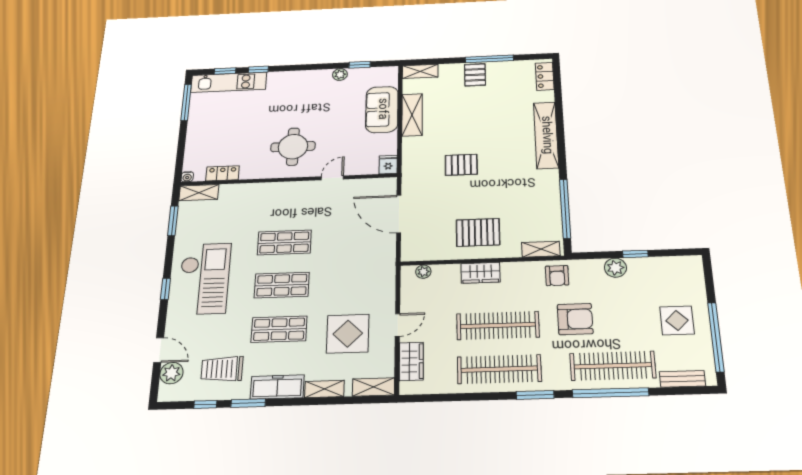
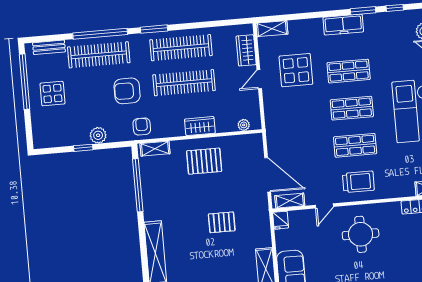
trolley: (222, 369) -> (358, 182), moved
shelving: (324, 389) -> (290, 201), moved

